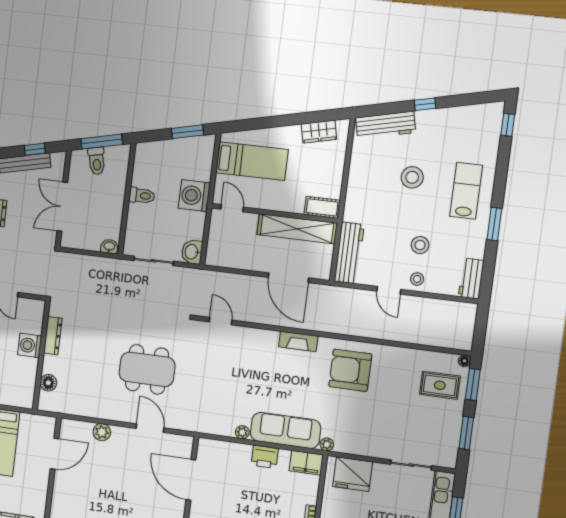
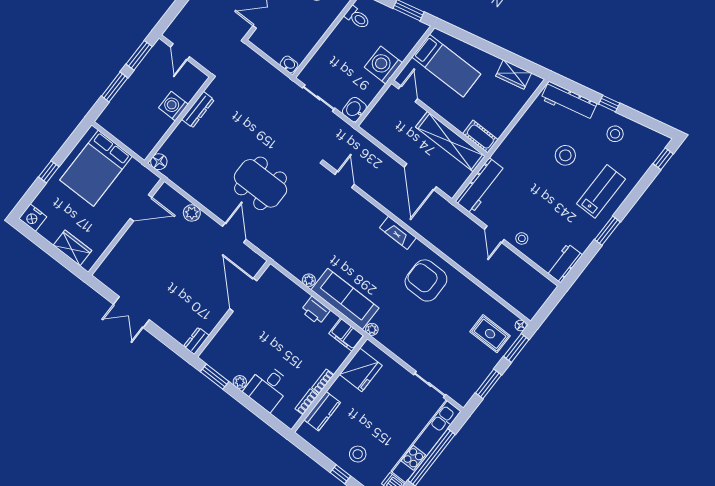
toilet: (142, 196) -> (357, 18), moved
stool: (420, 245) -> (615, 134), moved
floor lamp: (48, 383) -> (159, 162), moved
fridge: (353, 474) -> (361, 370), moved, turned -90

